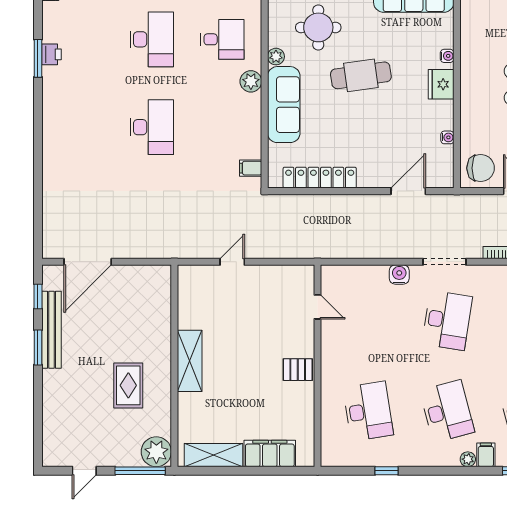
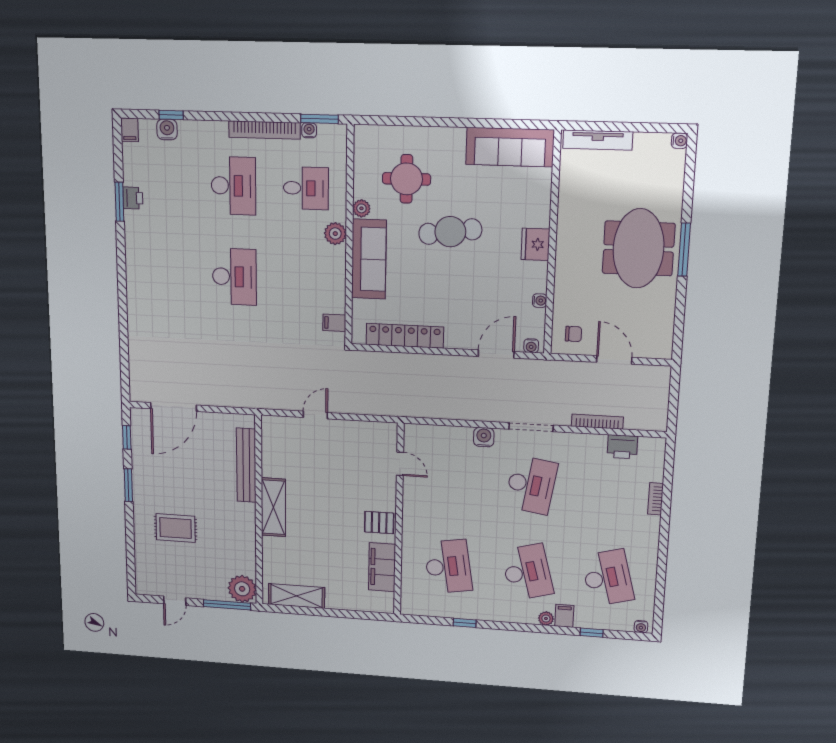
water cooler: (447, 56) -> (531, 346), moved, turned 90
chair: (481, 168) -> (573, 334), width x0.54, depth x0.54
bench: (52, 330) -> (246, 465), moved
rug: (128, 385) -> (176, 528), moved, turned 90
filing cabinet: (270, 454) -> (382, 567), moved, turned -90

